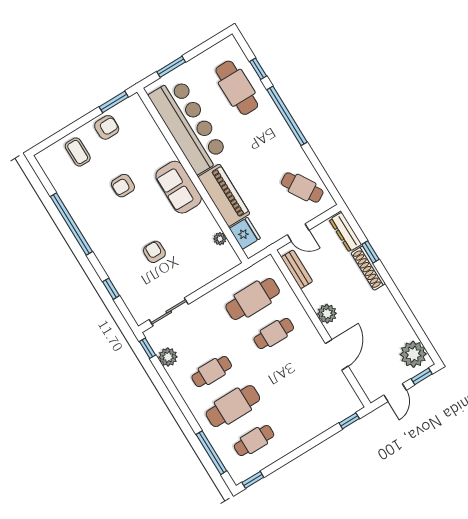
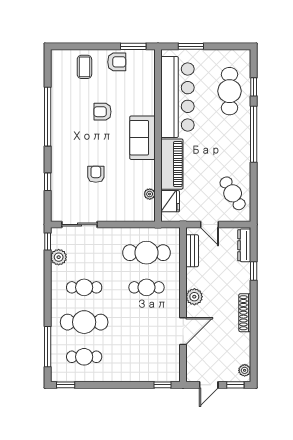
shoe rack: (368, 268) -> (245, 313), moved
plant: (413, 354) -> (245, 370), width x0.53, depth x0.53

